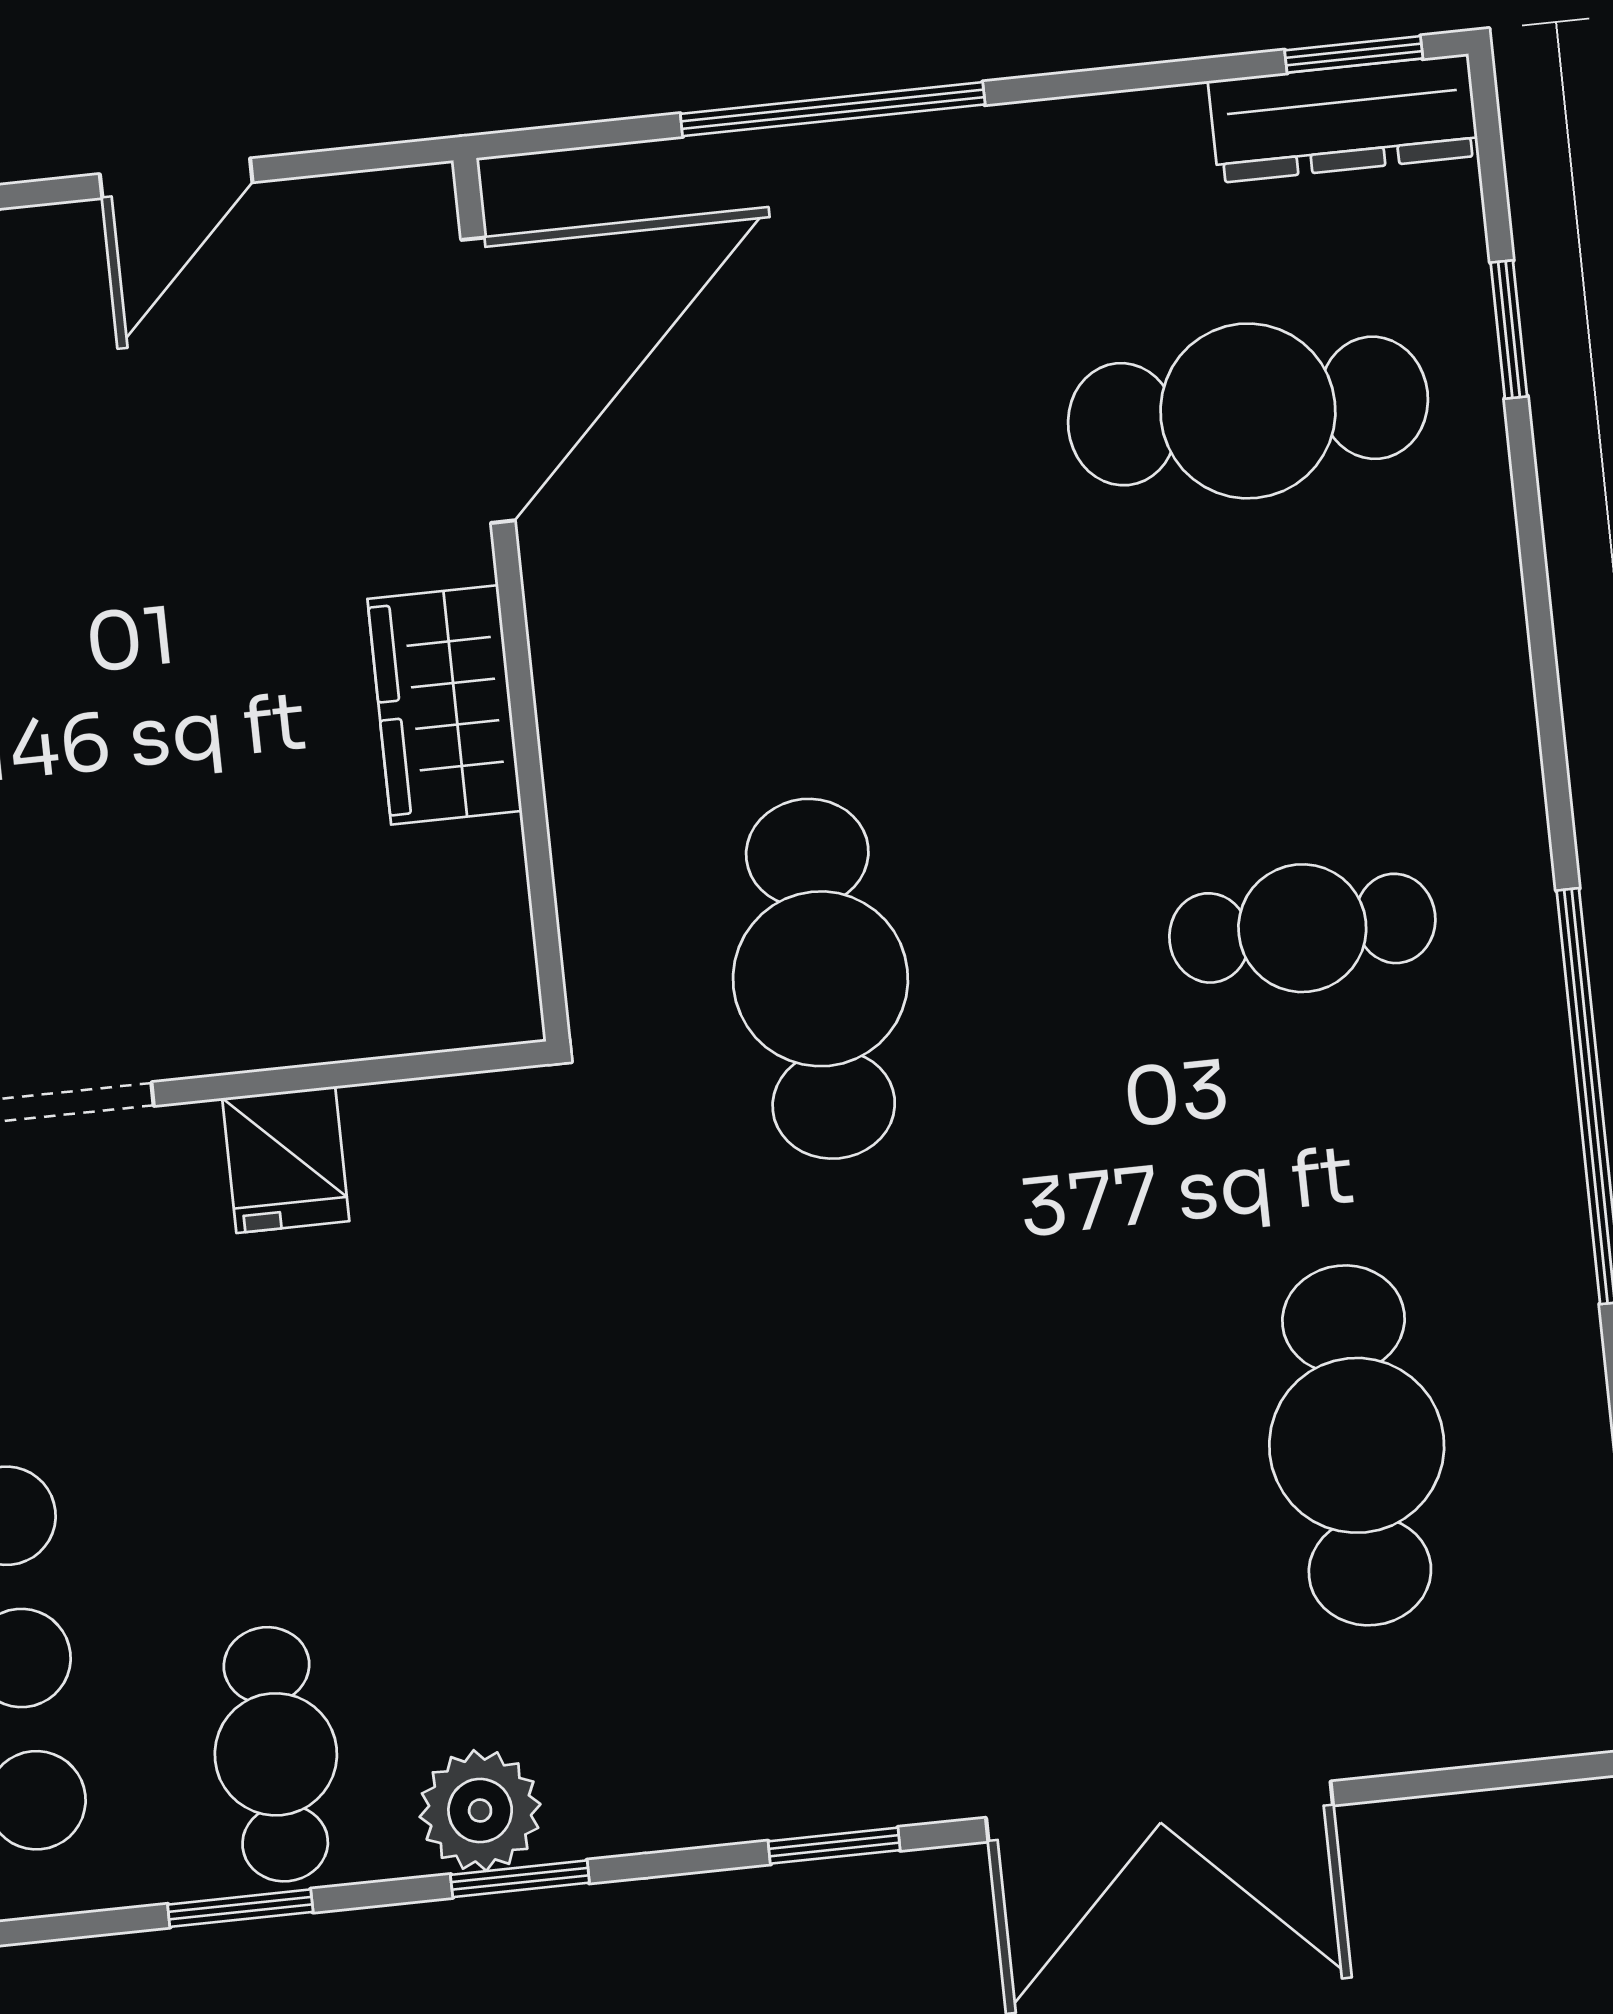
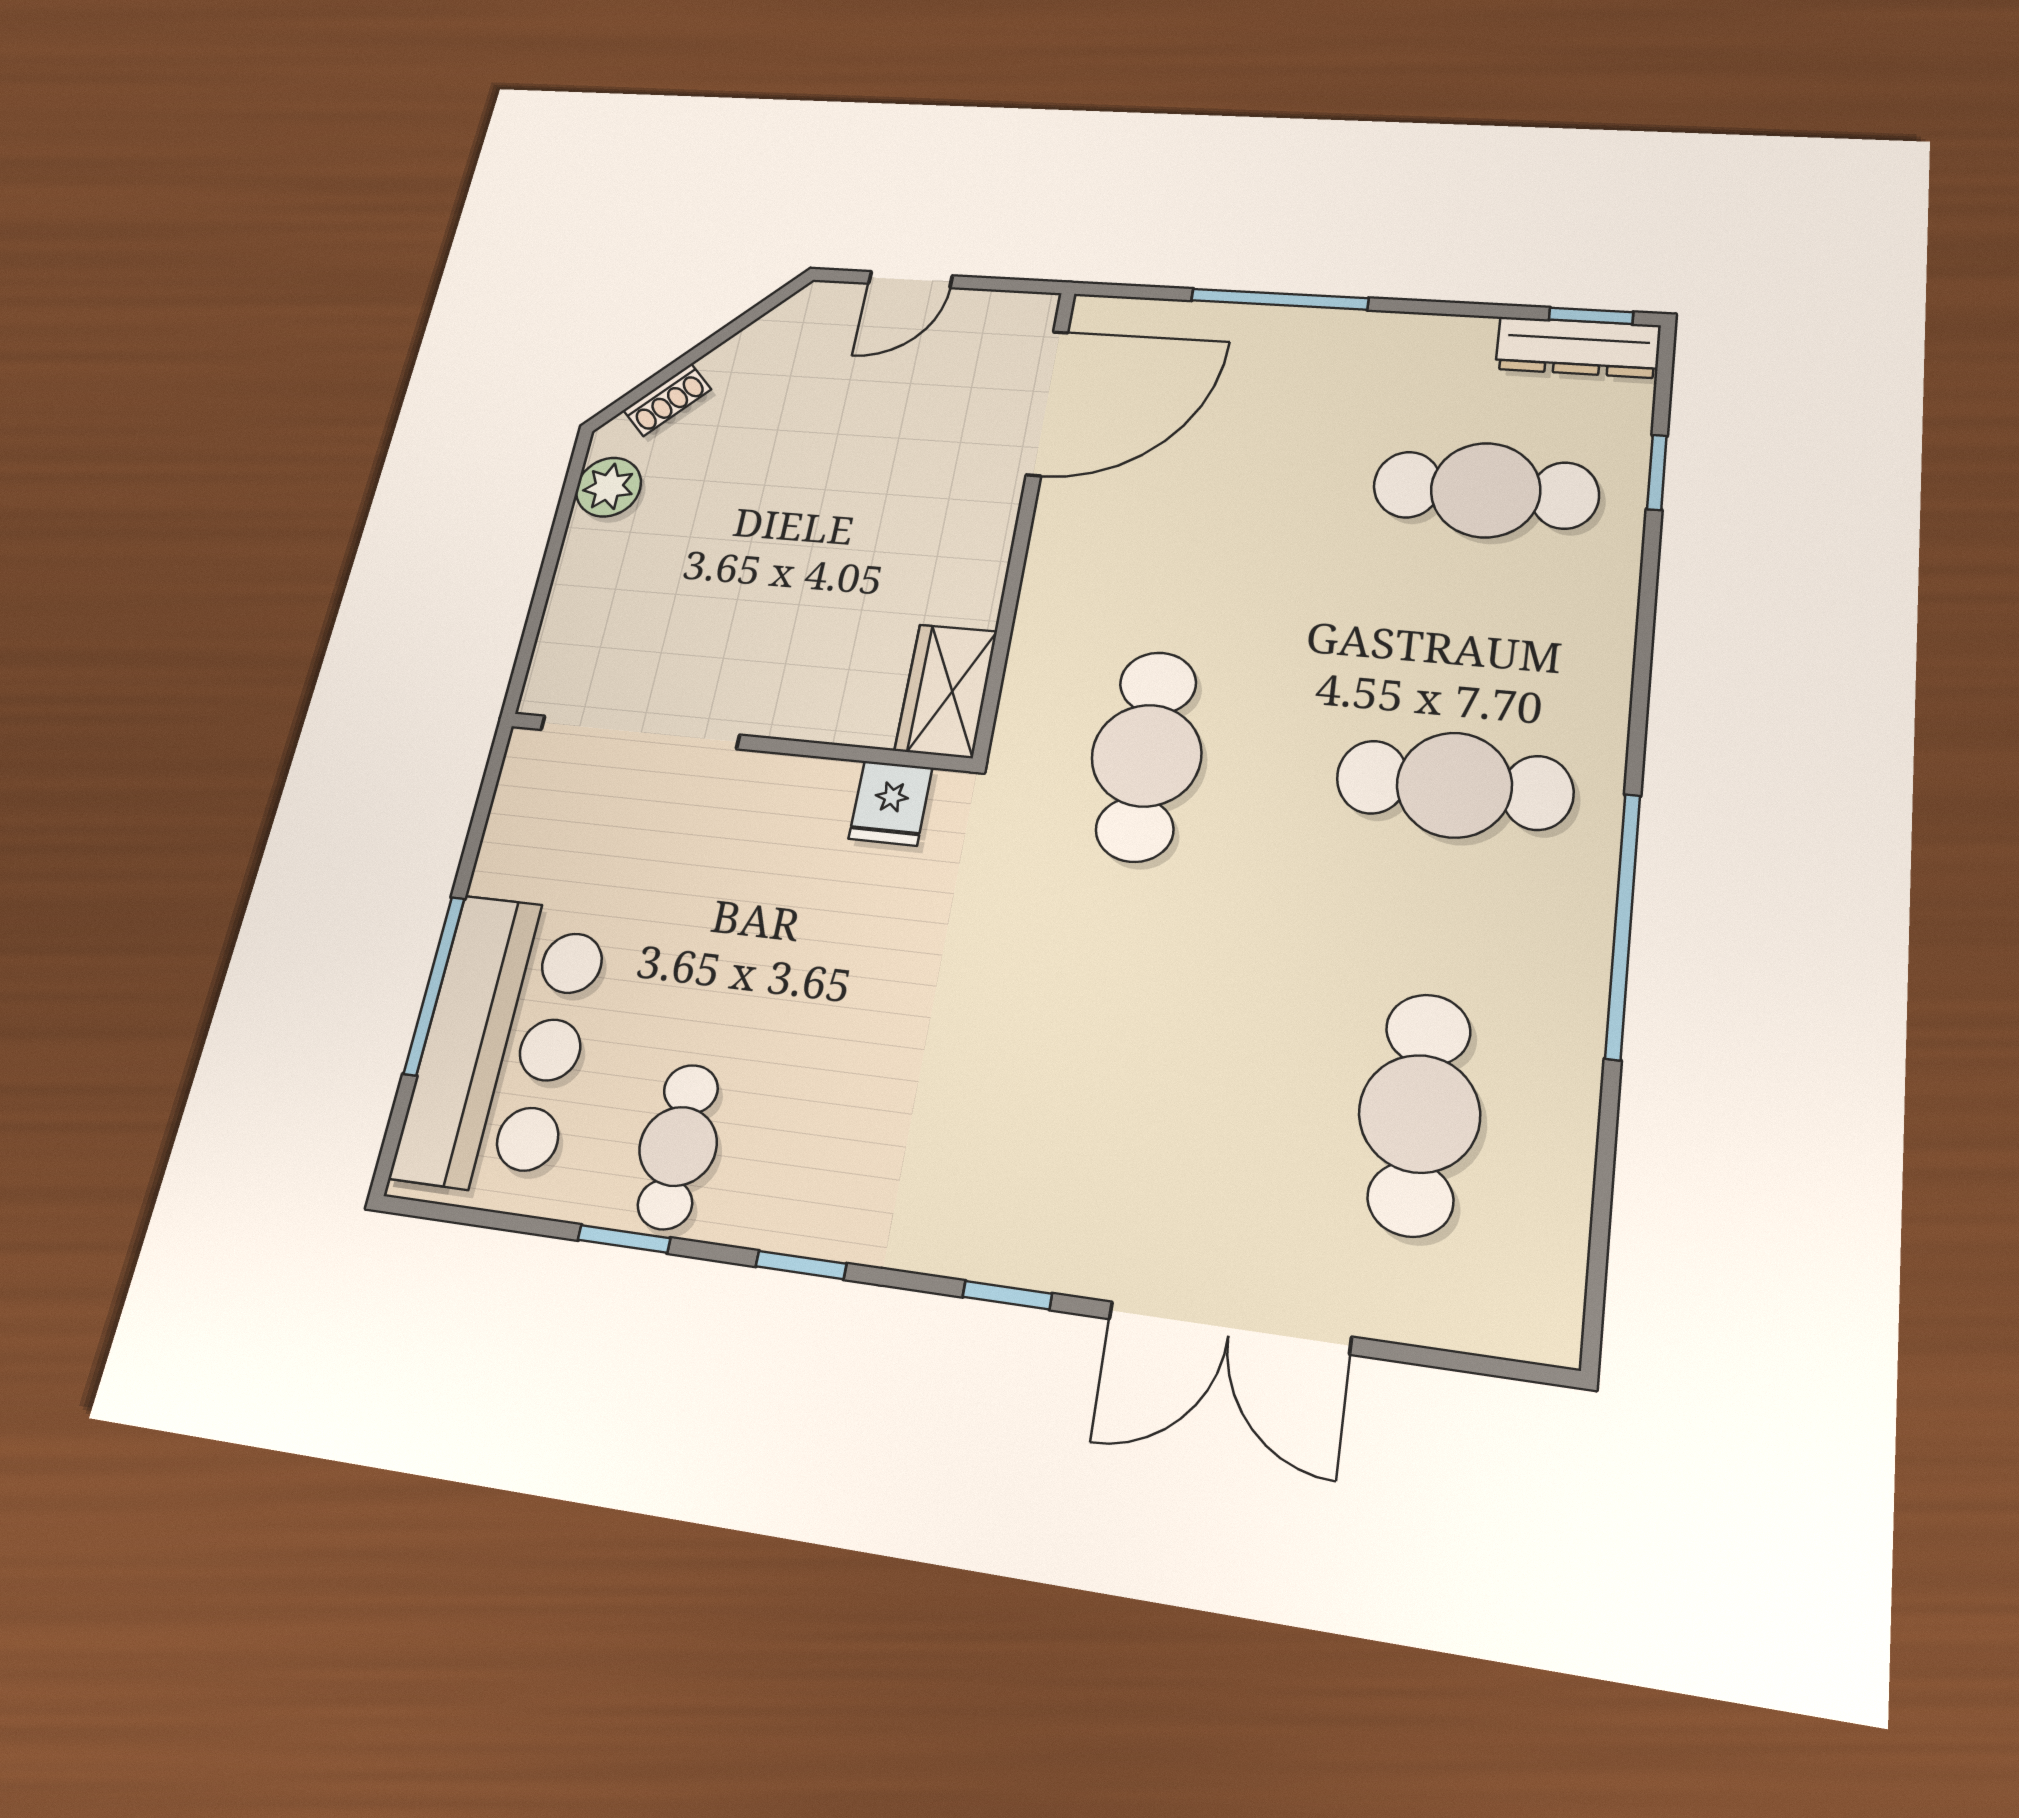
wardrobe: (445, 705) -> (946, 691), moved
cafe table: (1302, 928) -> (1454, 785), width x1.37, depth x1.35
fridge: (286, 1160) -> (891, 803), moved
plant: (480, 1811) -> (790, 1214), removed

